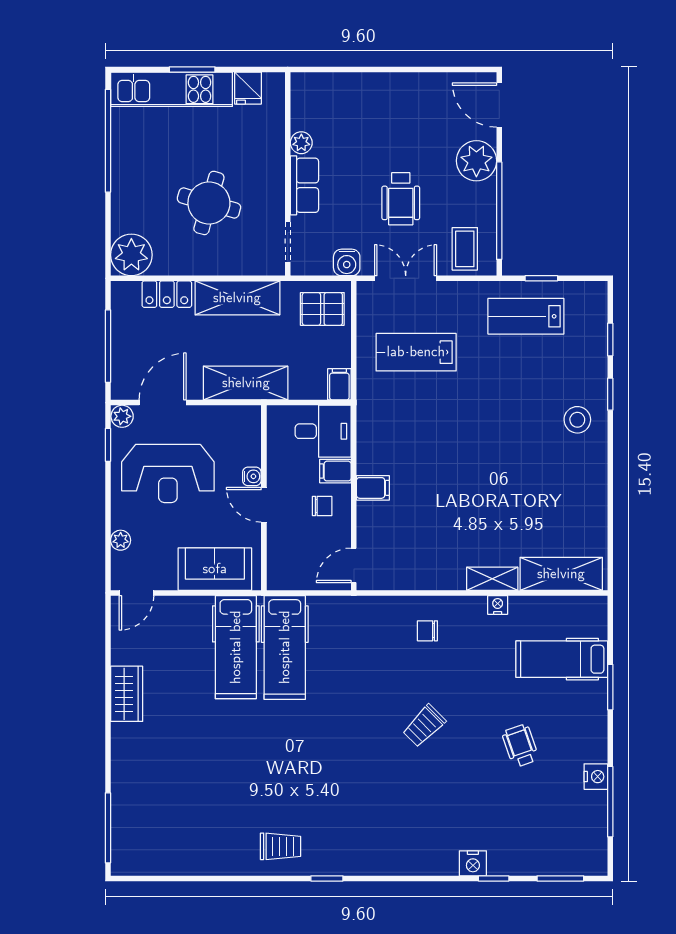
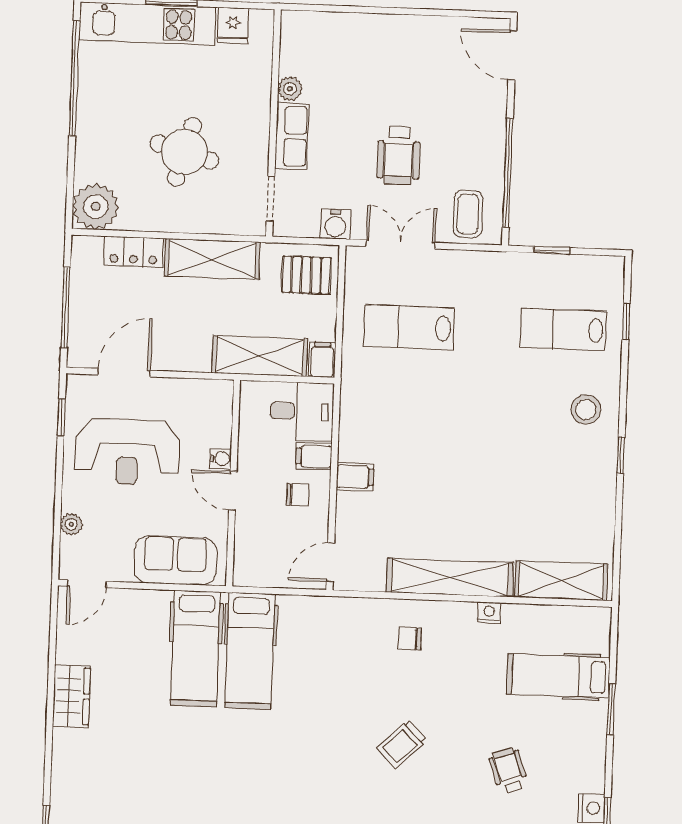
plant: (476, 161) -> (485, 116), removed
lab bench: (526, 316) -> (563, 329), moved
shelving: (246, 383) -> (260, 356), moved
window: (610, 394) -> (621, 455), moved
plant: (122, 416) -> (78, 386), removed
shelving: (492, 579) -> (450, 578), width x2.20, depth x1.33

